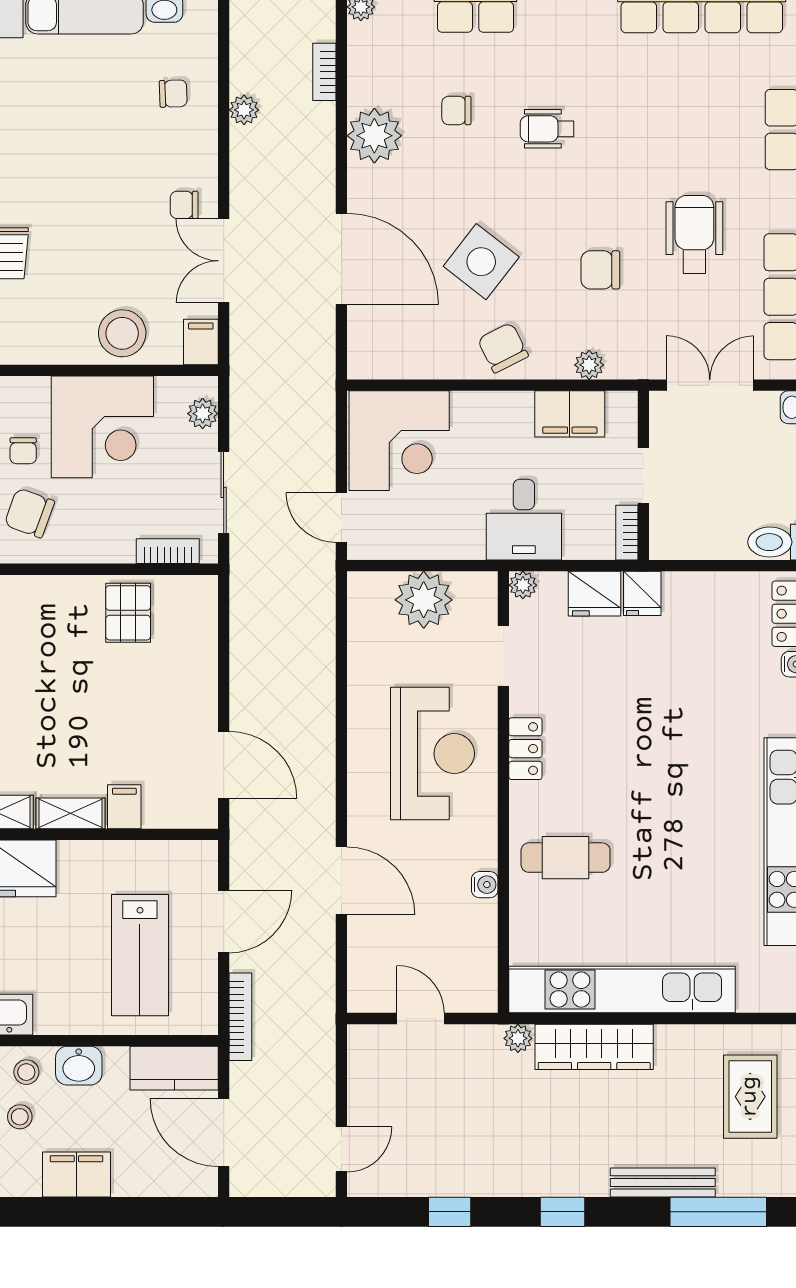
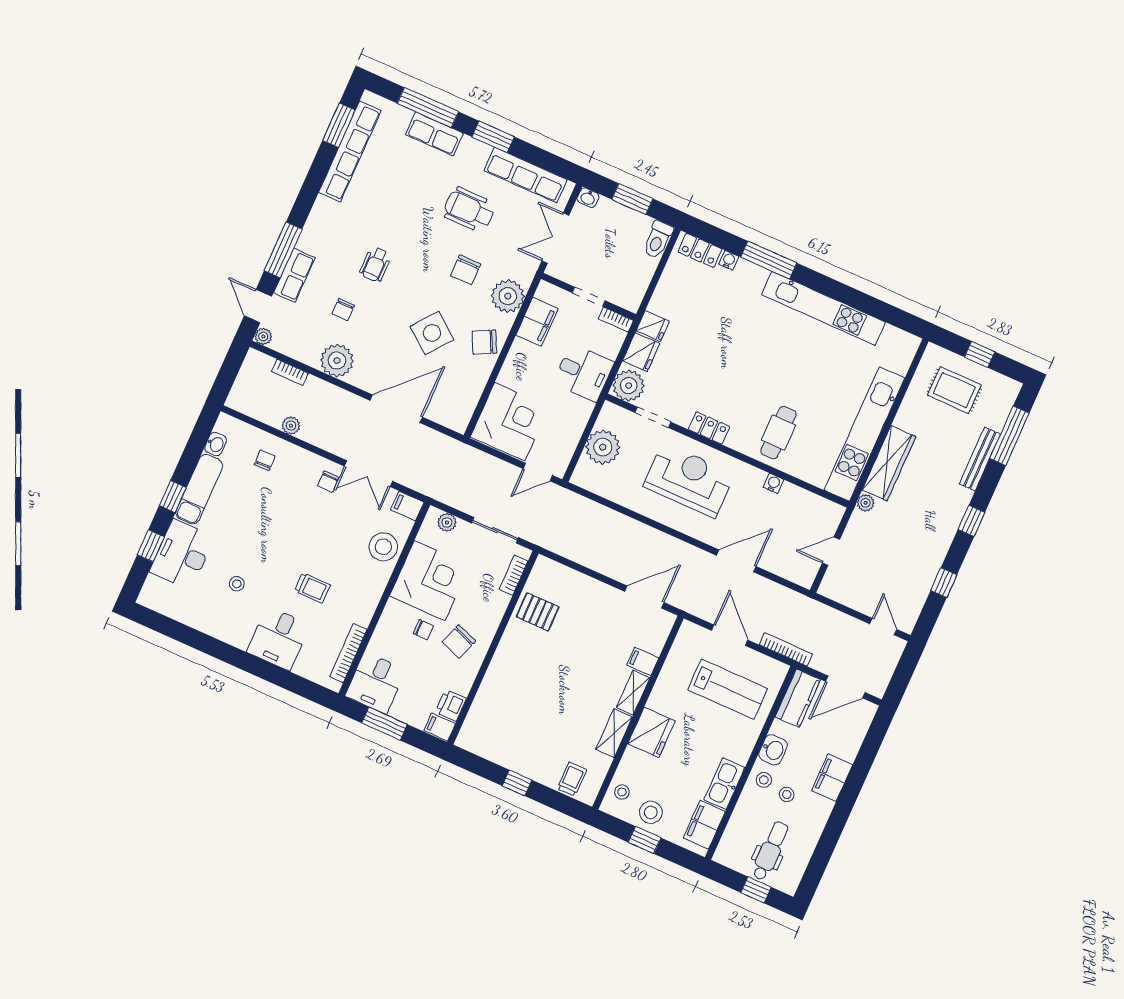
plant: (589, 365) -> (508, 296), width x1.88, depth x1.88
plant: (523, 585) -> (629, 386), width x1.88, depth x1.88

